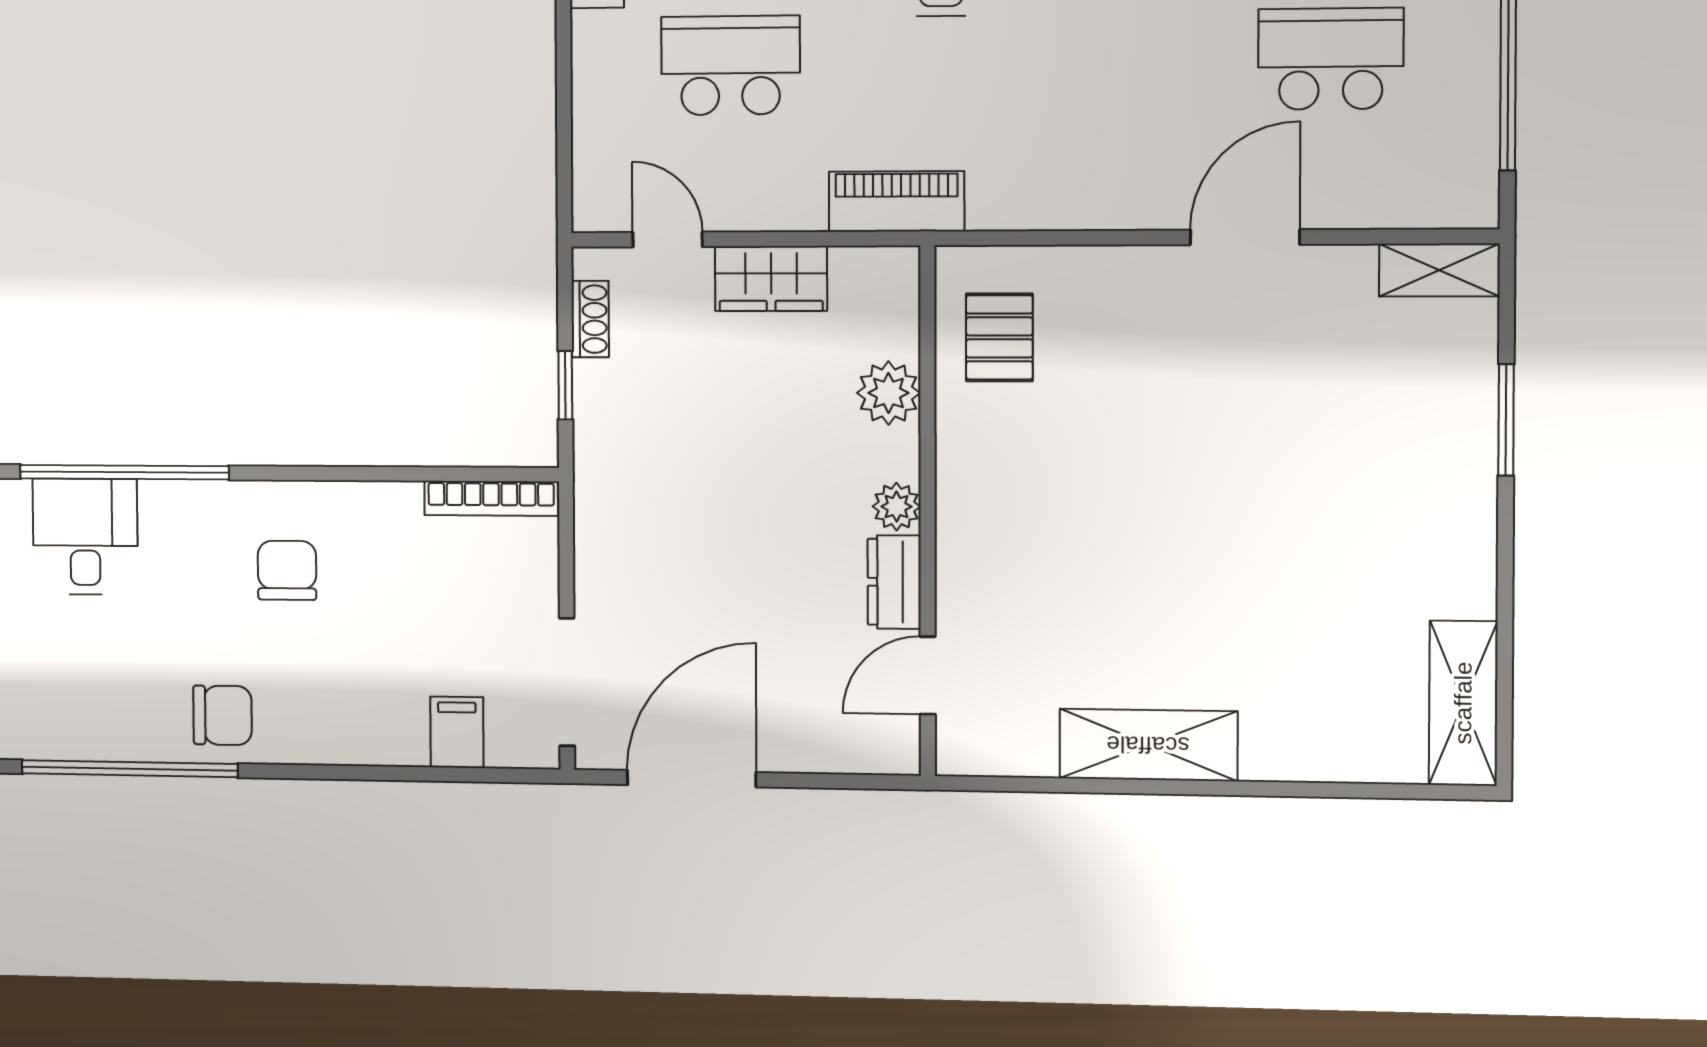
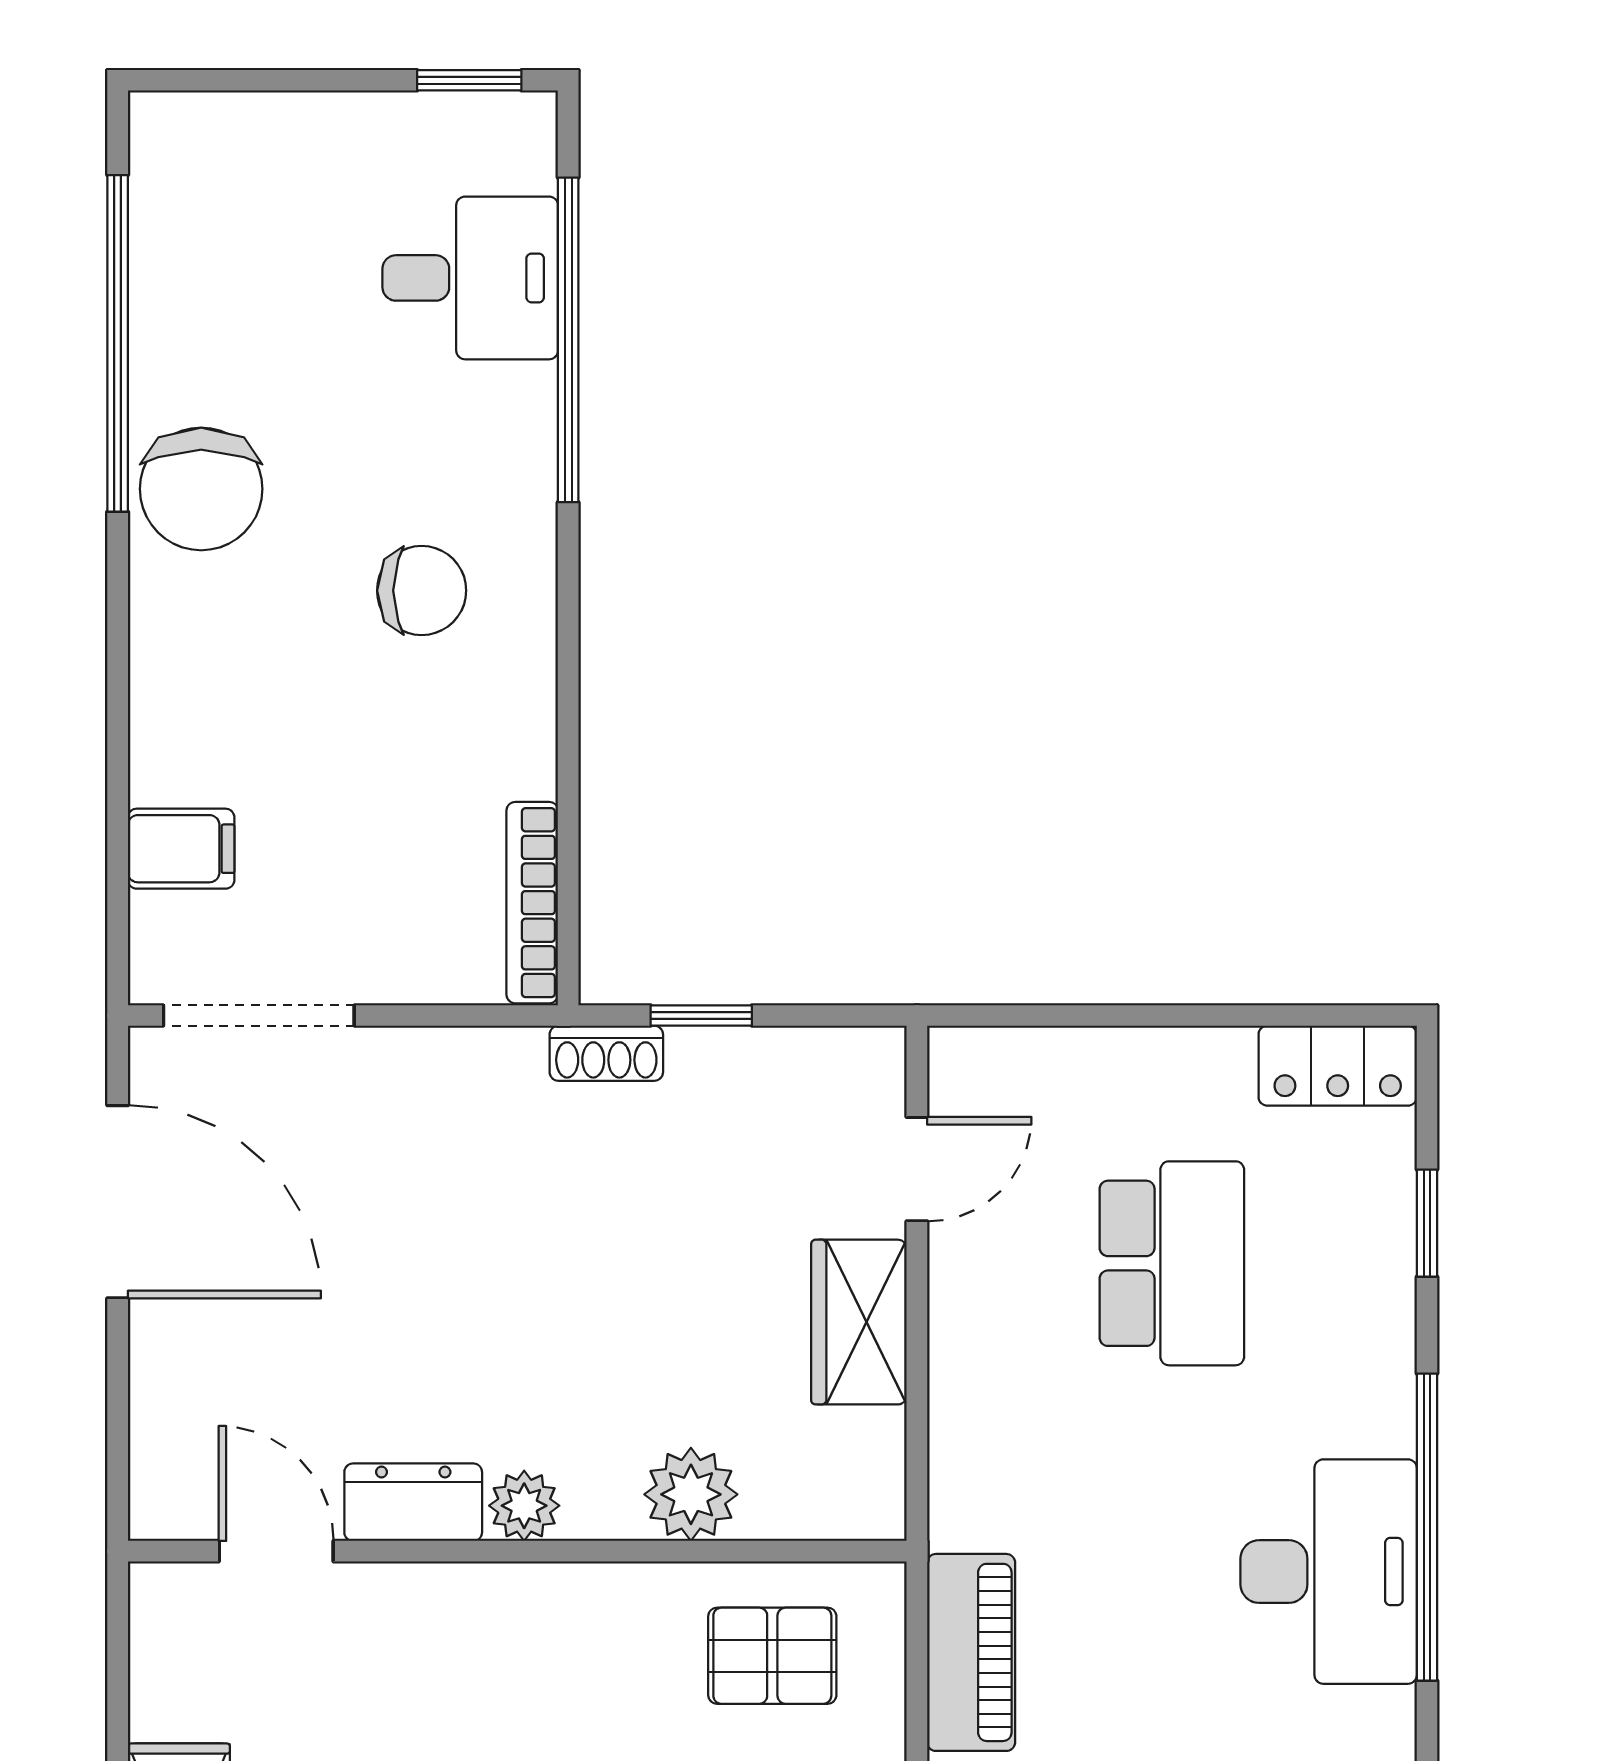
piano: (897, 201) -> (971, 1652), moved
shoe rack: (590, 319) -> (606, 1053), moved
chair: (223, 715) -> (201, 489), width x1.37, depth x1.37

